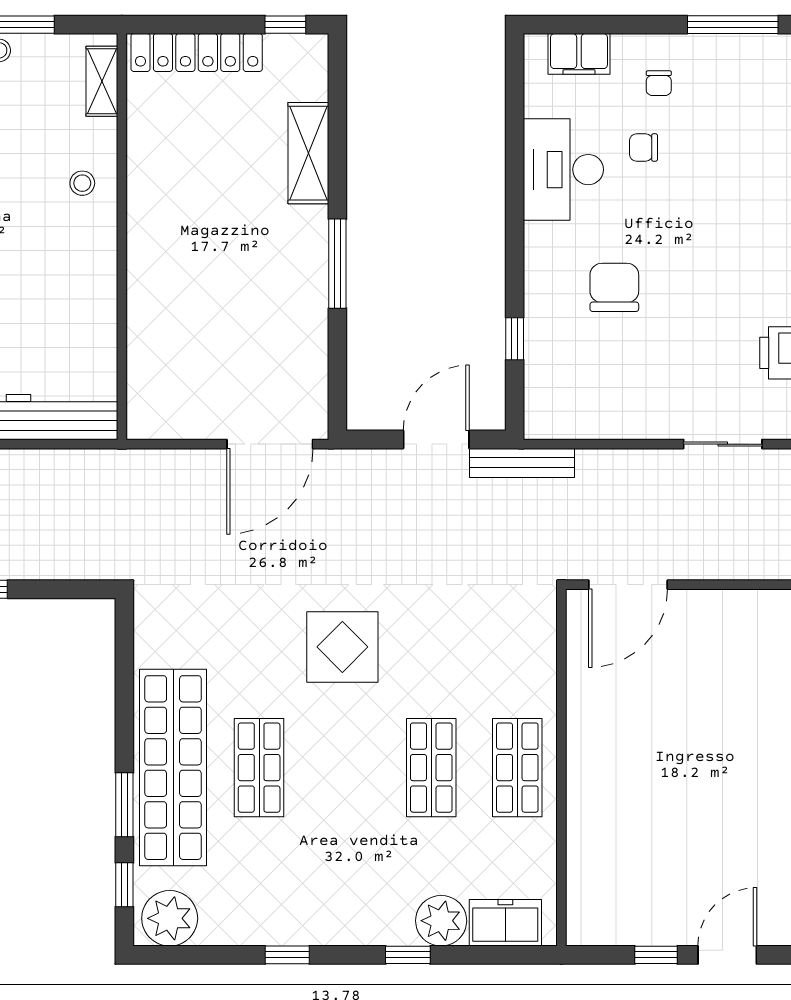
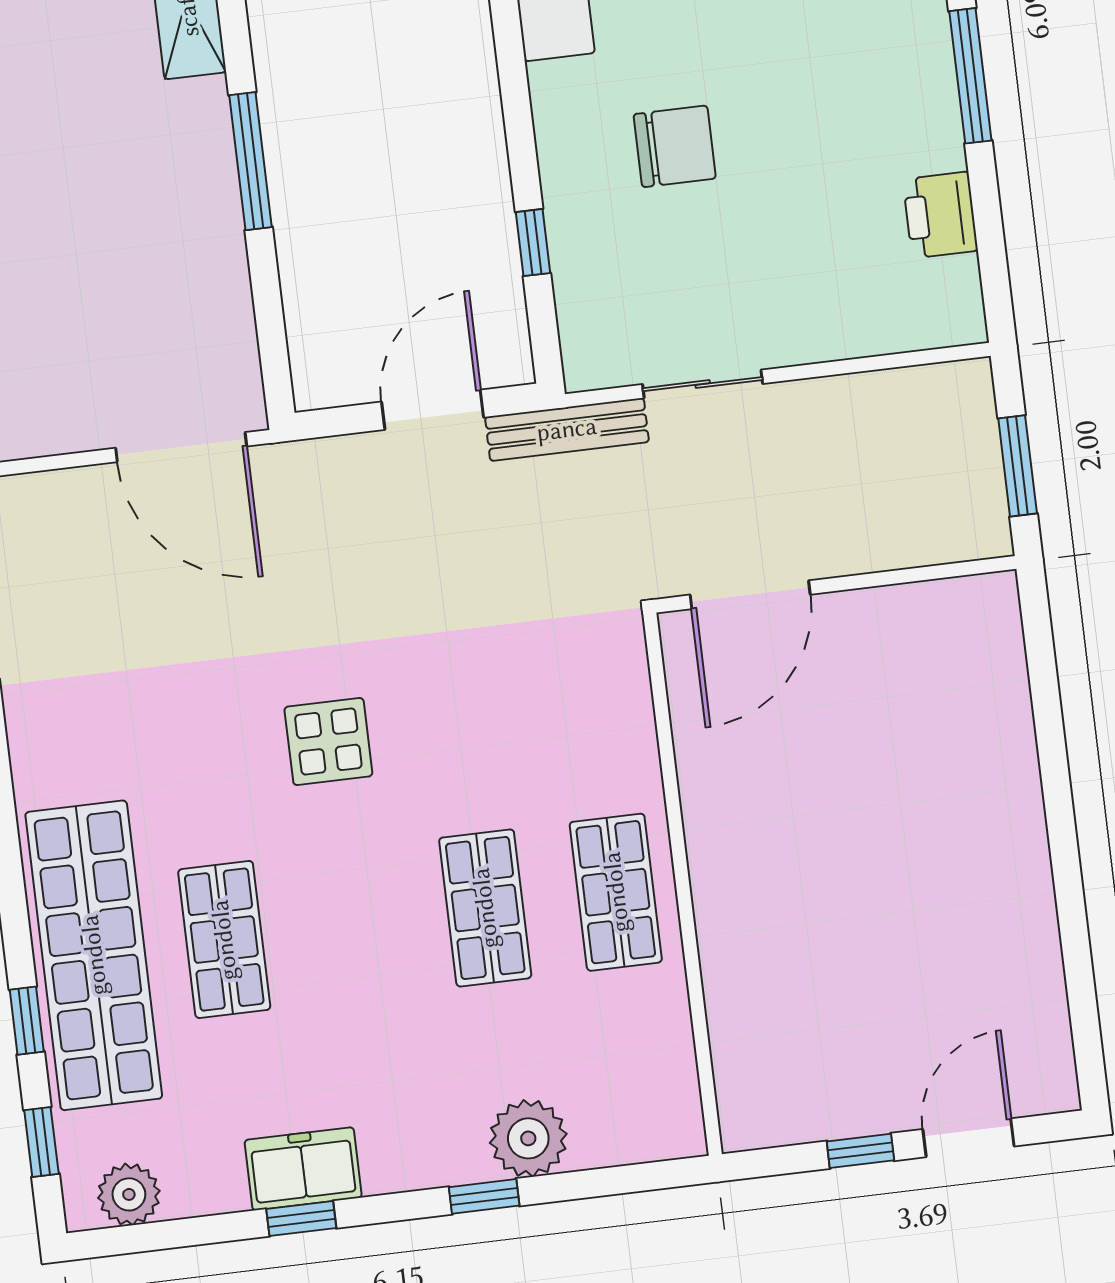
chair: (614, 287) -> (675, 146), turned 90
door: (270, 444) -> (181, 447), hinge flipped
sliding door: (723, 444) -> (703, 384), moved
display table: (342, 647) -> (328, 741), width x0.73, depth x0.73
window: (124, 805) -> (27, 1021), width x0.67
plant: (170, 918) -> (129, 1194), width x0.73, depth x0.73
freezer: (505, 923) -> (303, 1169), moved

